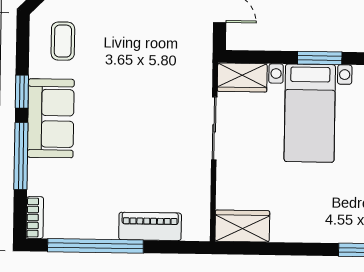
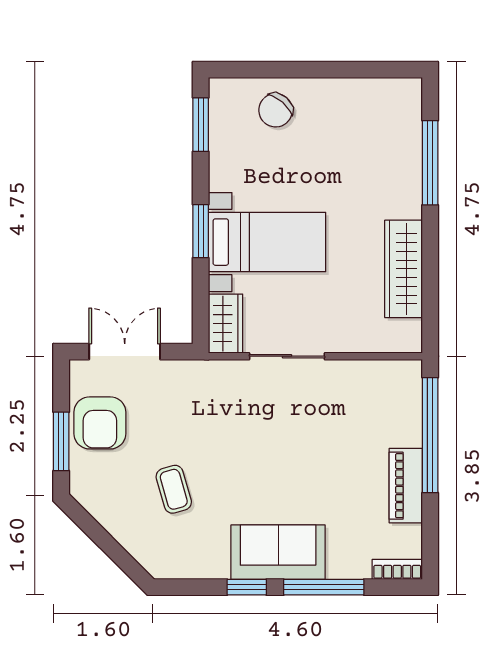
coffee table: (63, 41) -> (174, 489), moved, turned 74
piano: (150, 226) -> (406, 486), moved
wardrobe: (242, 226) -> (404, 269), moved, width x1.50
window: (95, 246) -> (430, 435), moved

